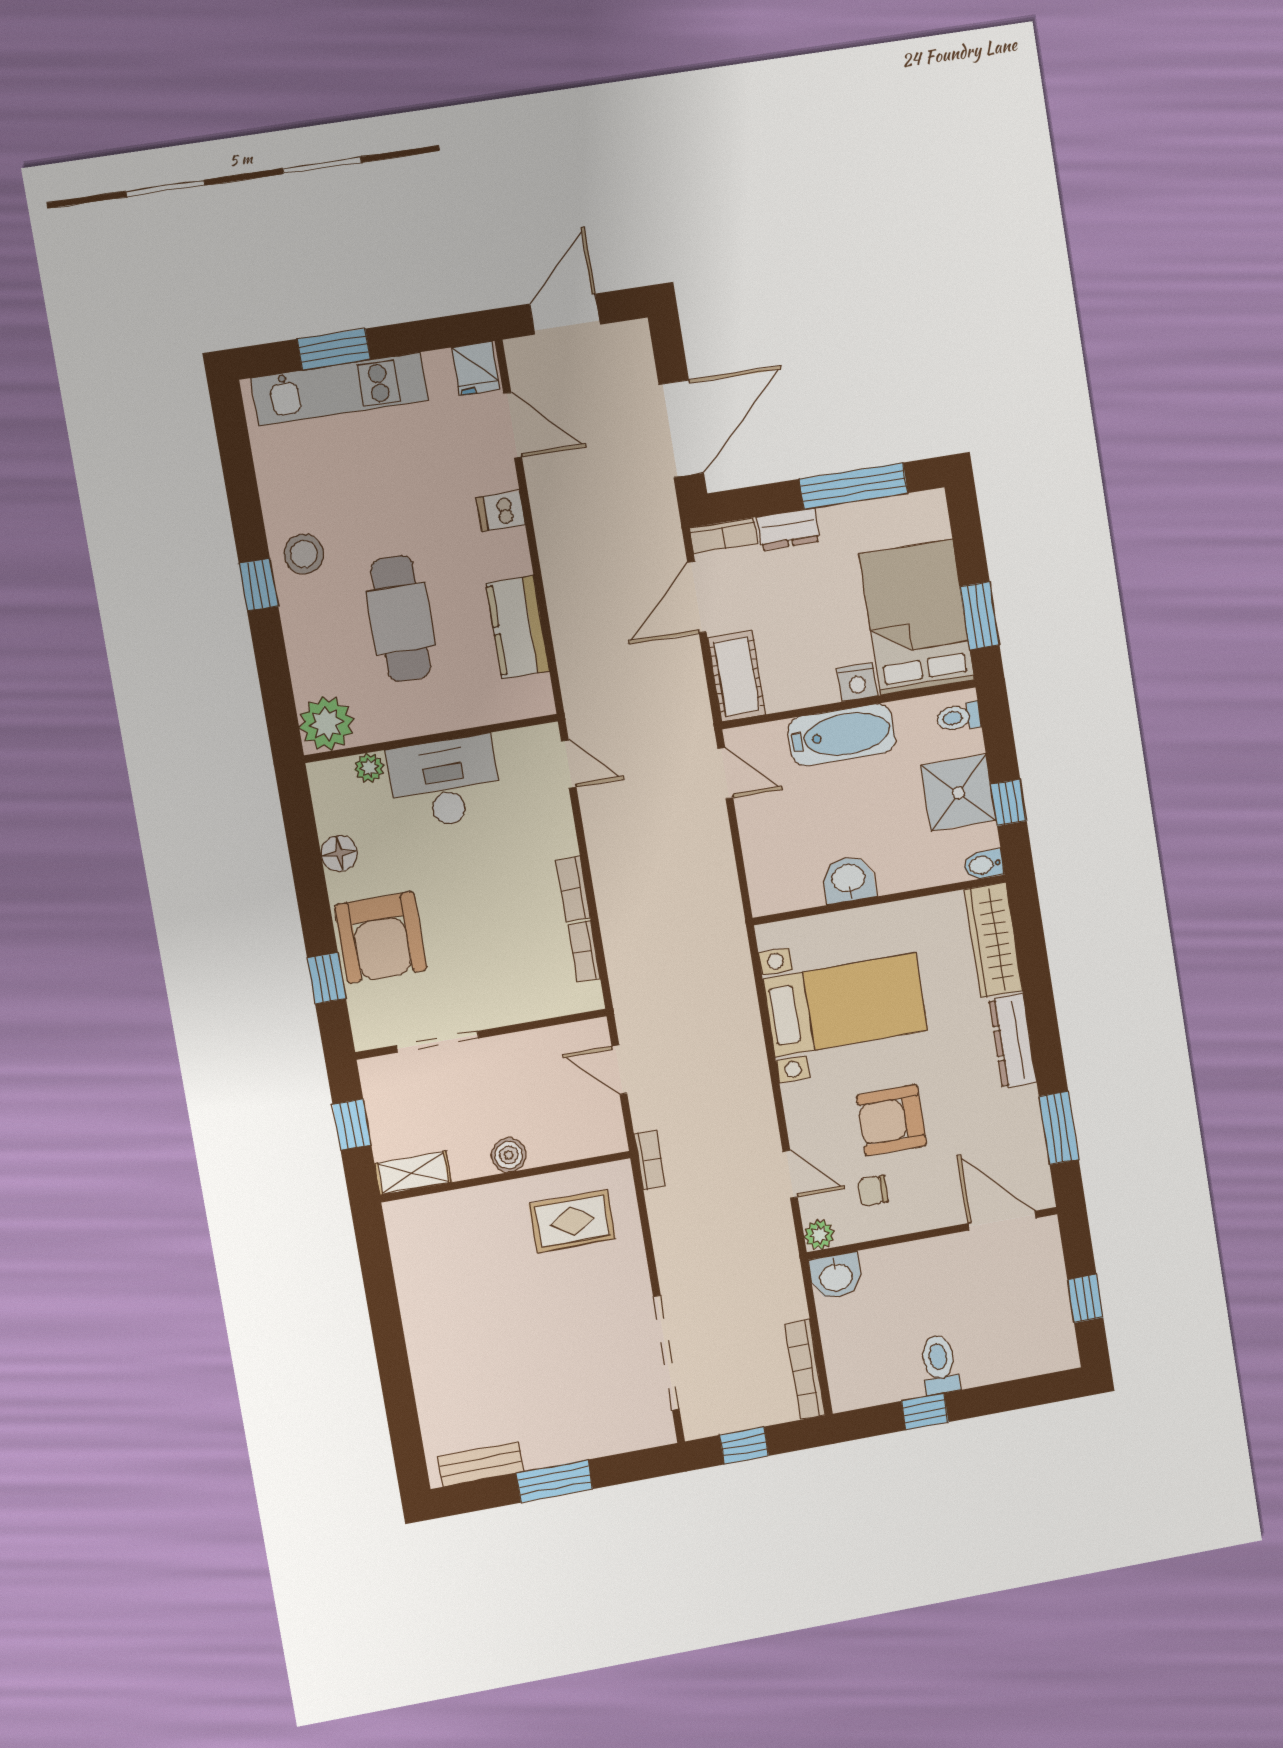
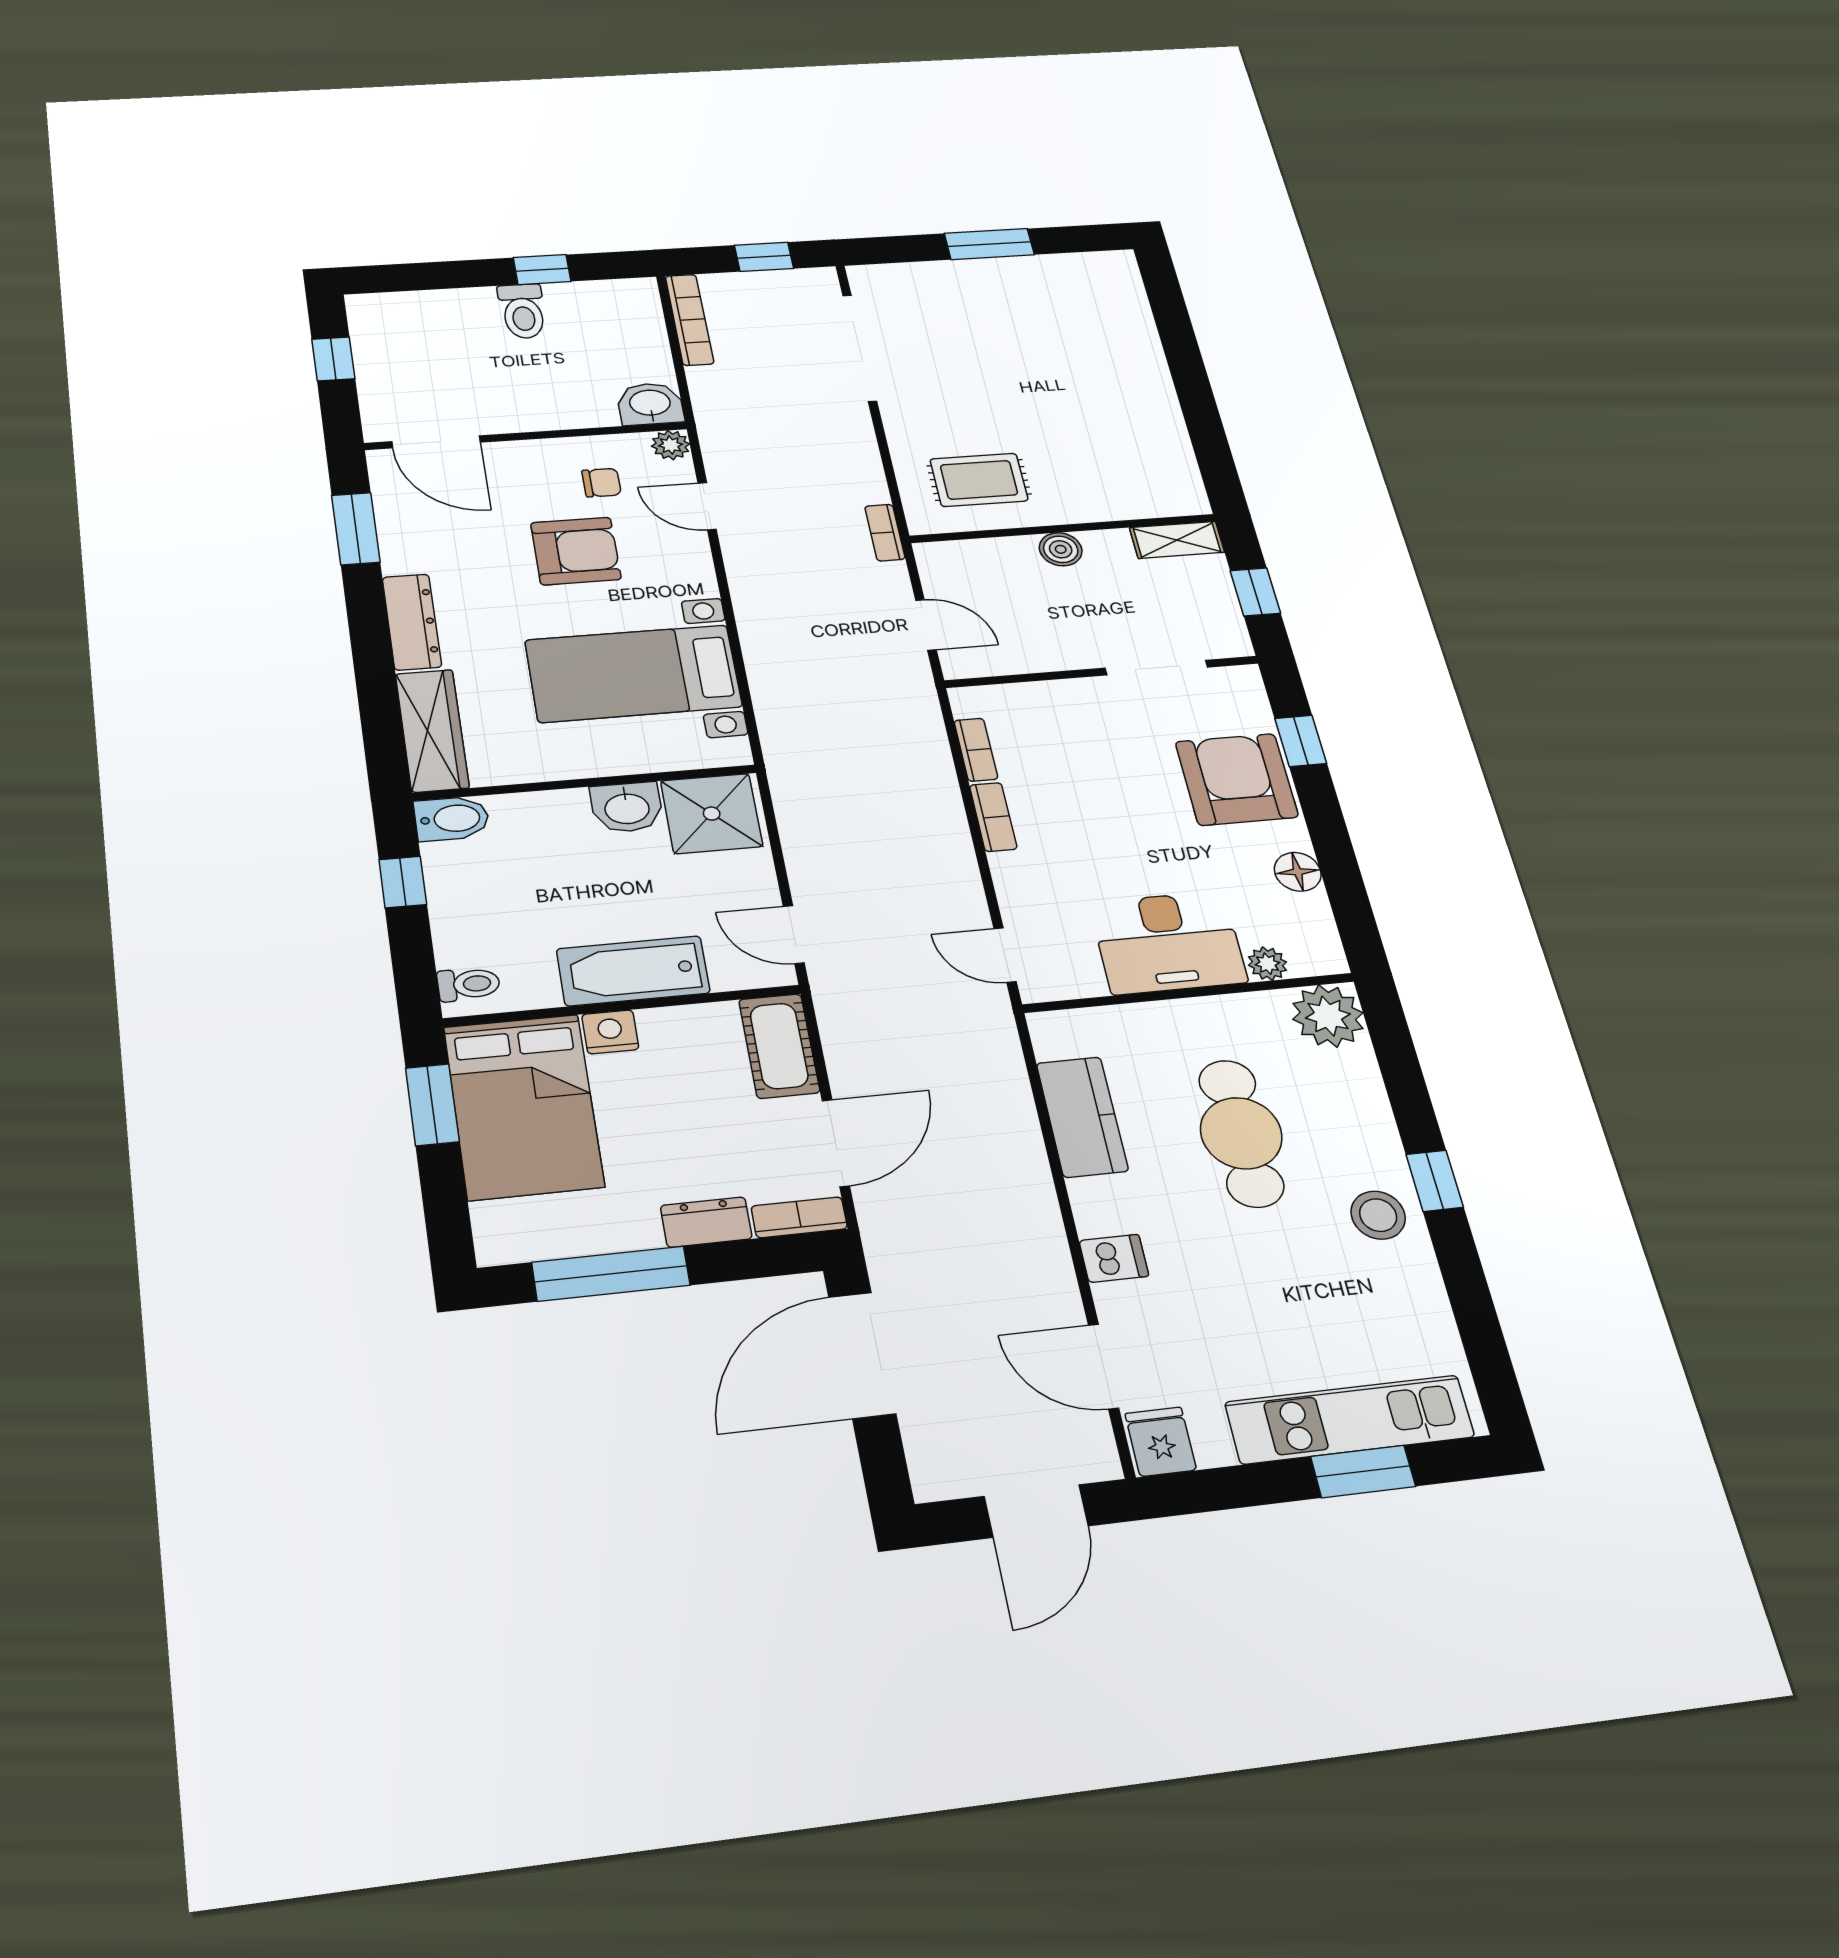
shower: (958, 793) -> (712, 814), moved
bidet: (983, 865) -> (452, 819), width x1.38, depth x1.36
bench: (481, 1464) -> (1077, 266), removed

